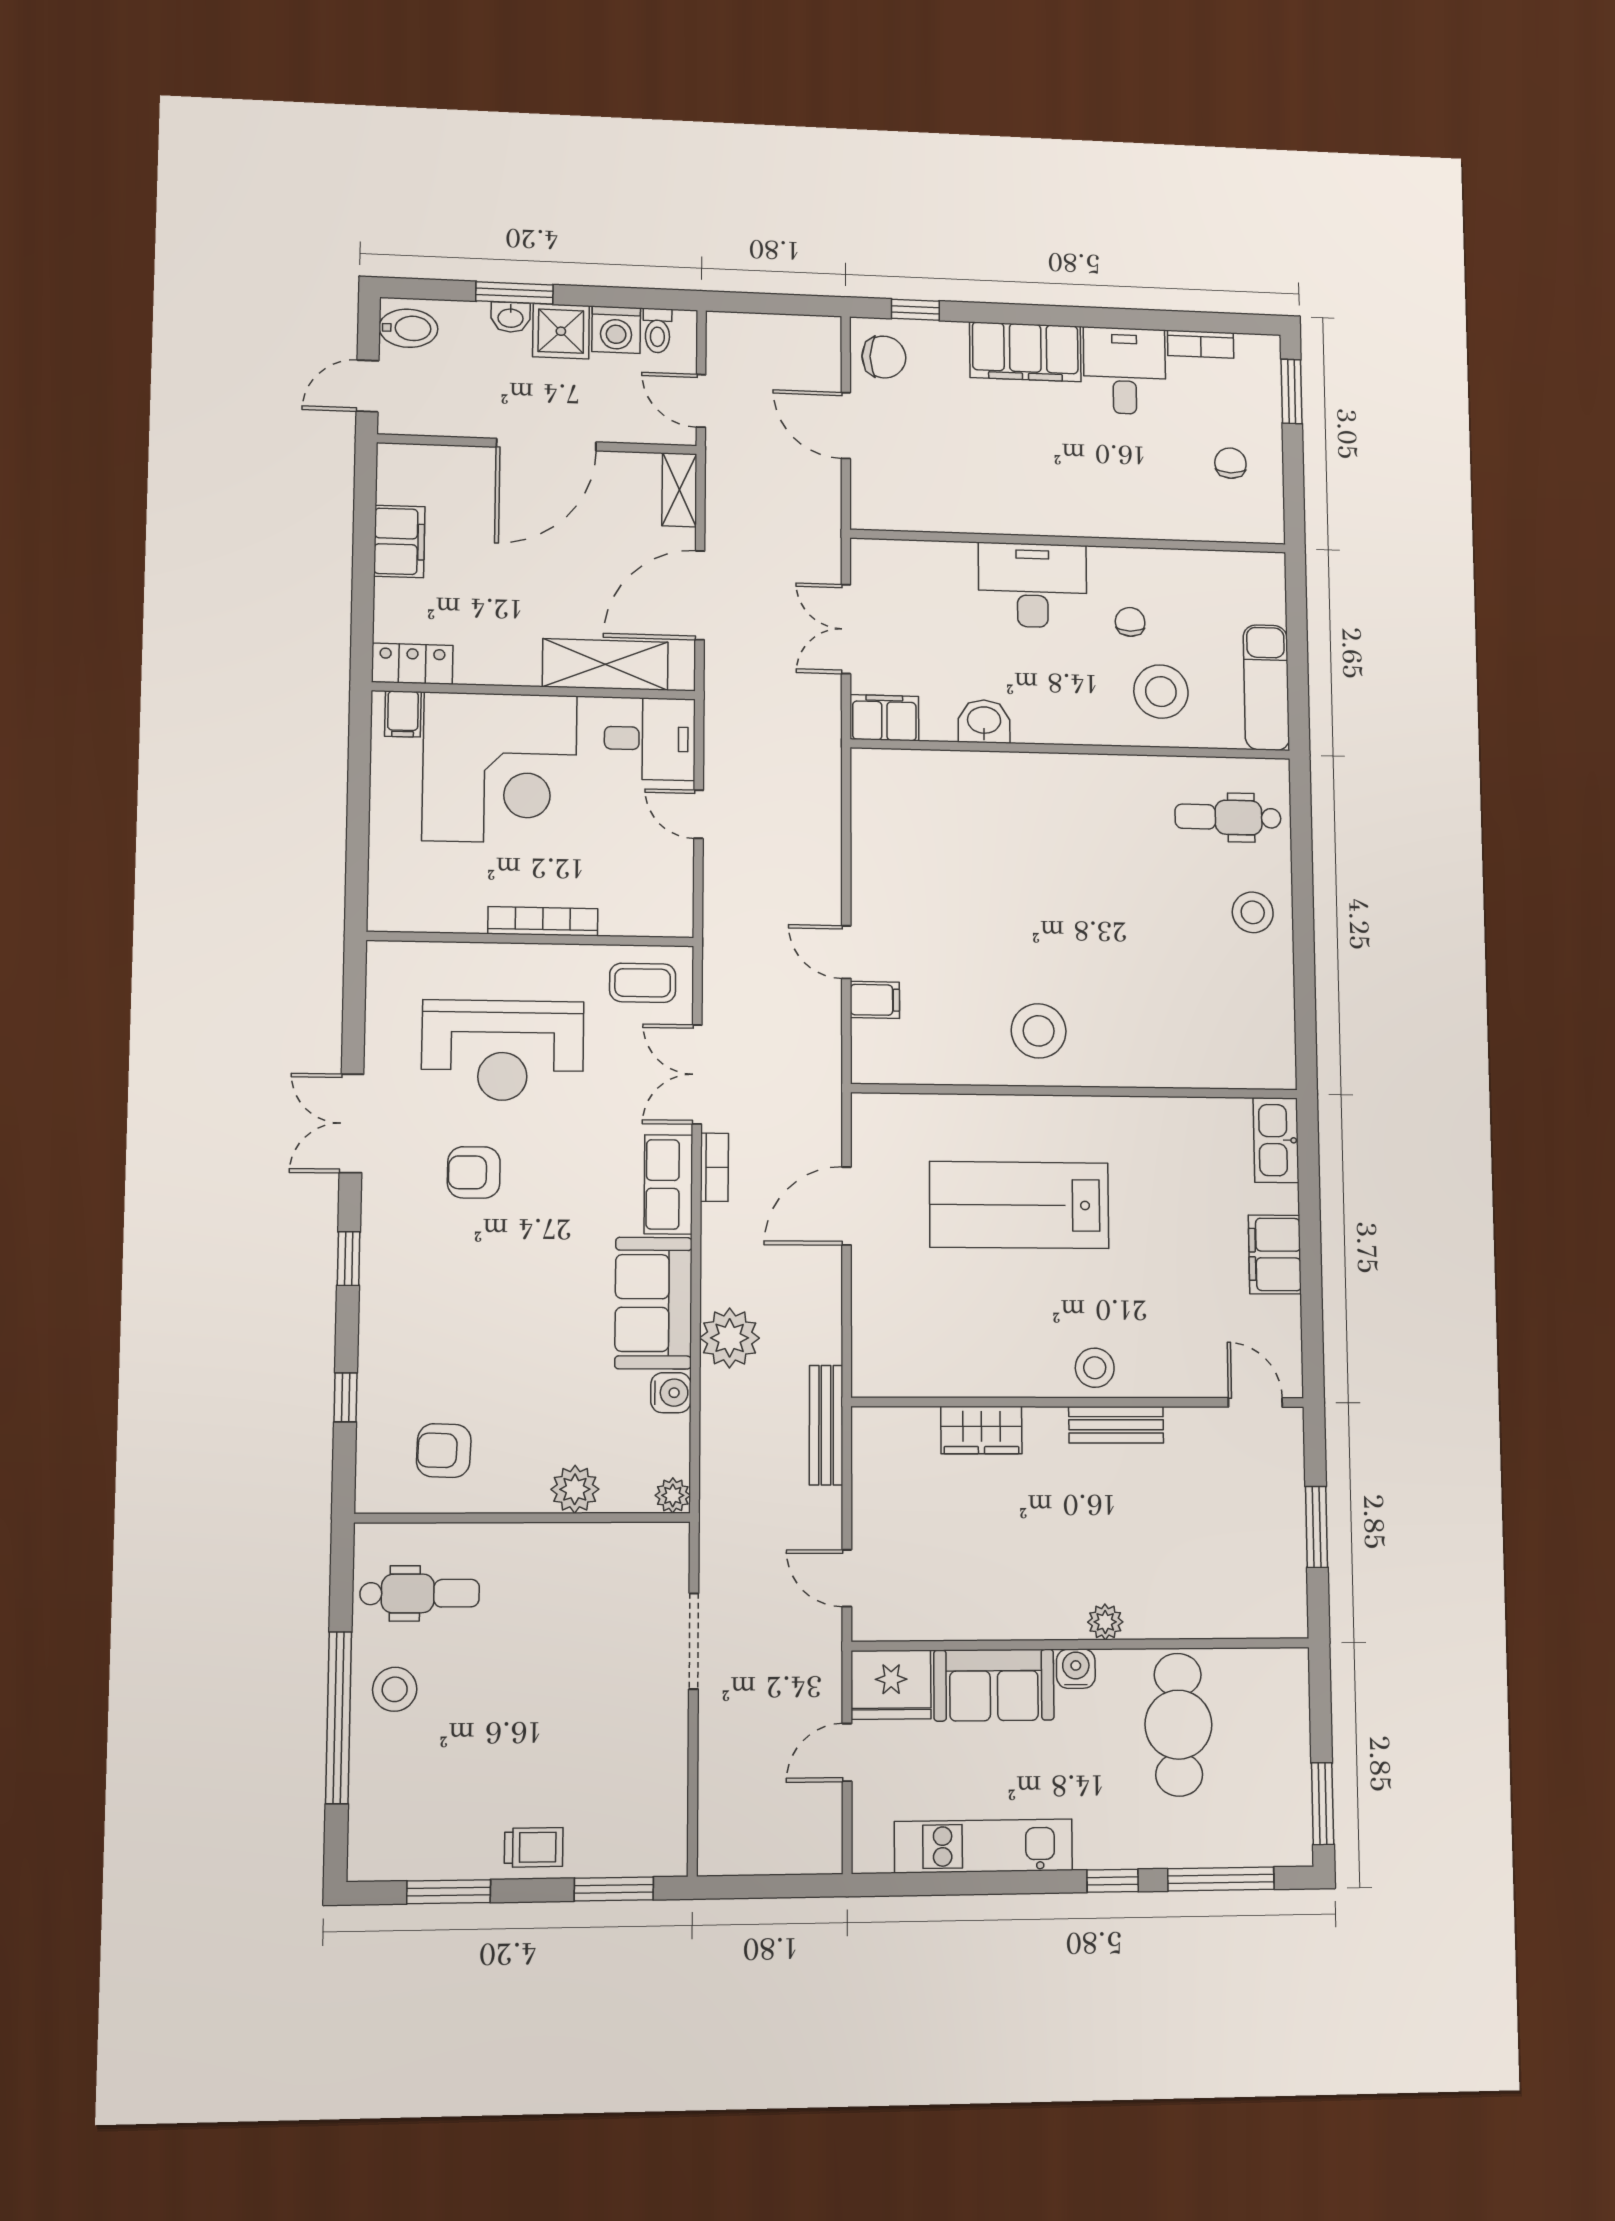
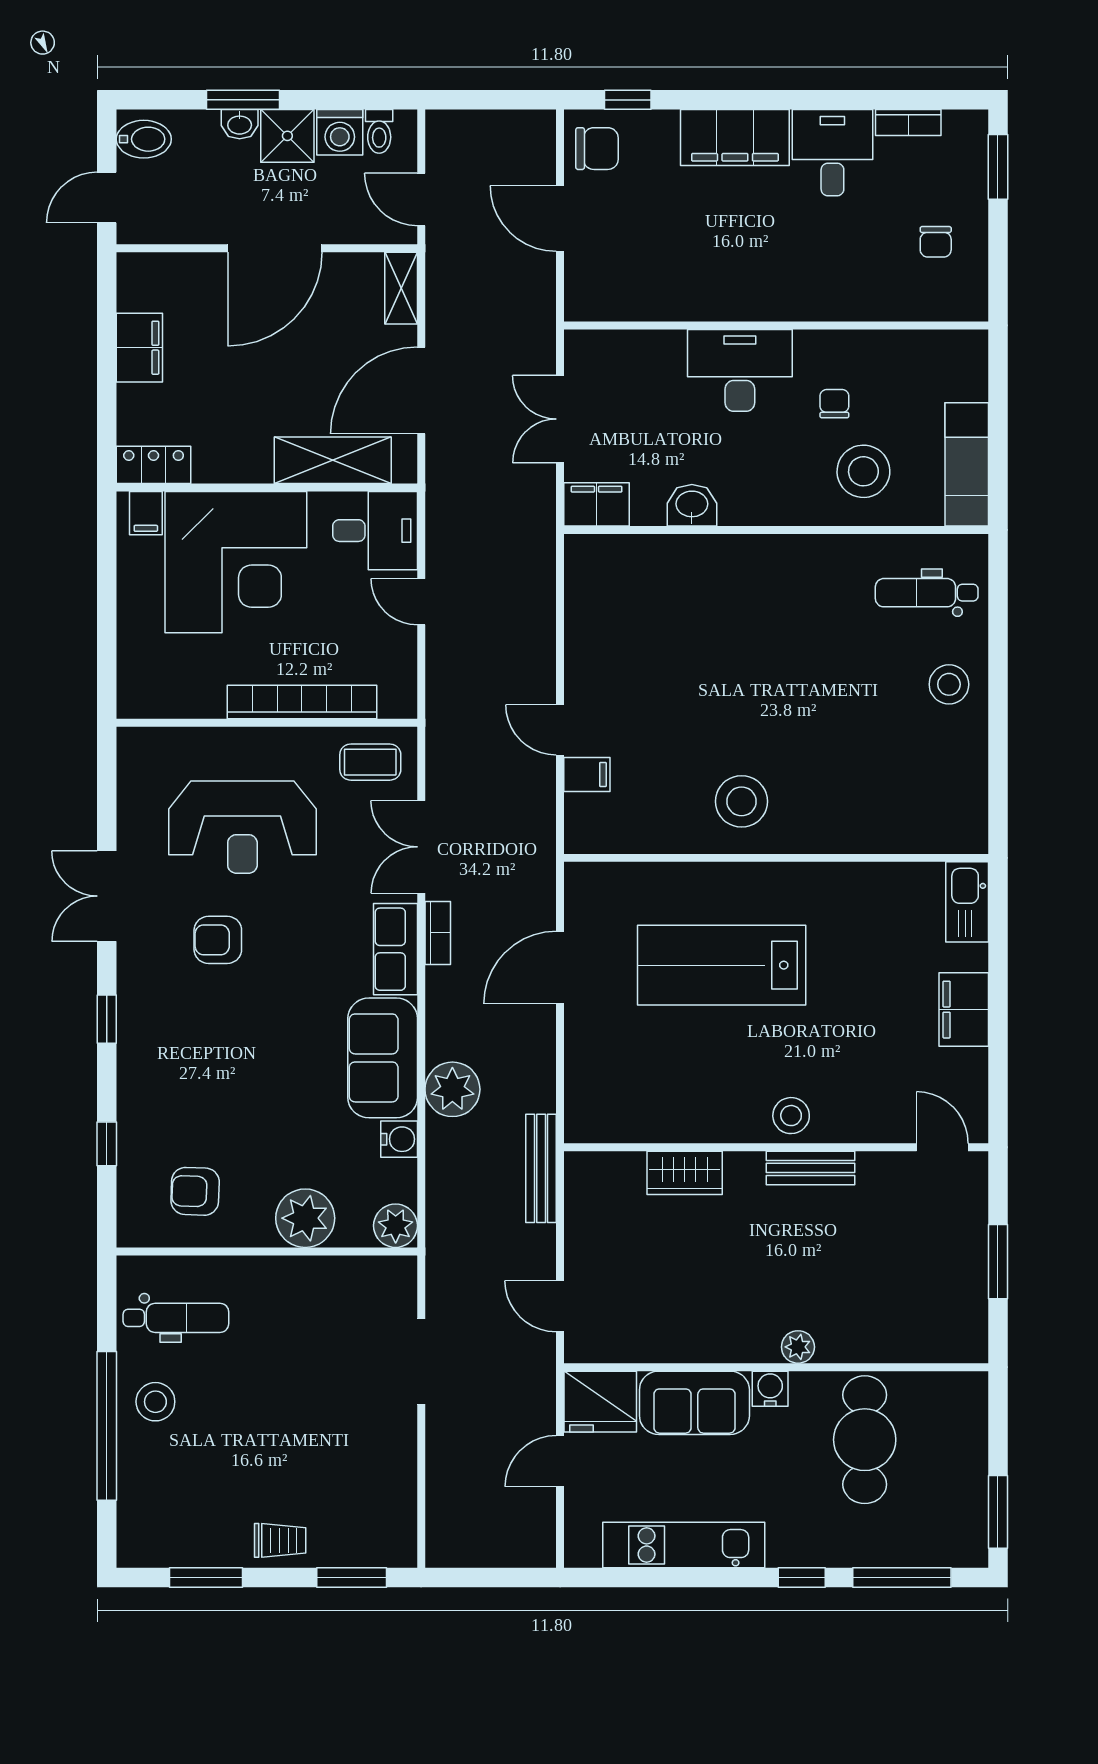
chair: (1230, 463) -> (936, 242), turned 180
bookcase: (543, 921) -> (302, 702), width x1.48, depth x1.31
plant: (575, 1489) -> (305, 1218), width x1.36, depth x1.36
plant: (673, 1495) -> (396, 1226), width x1.38, depth x1.38

